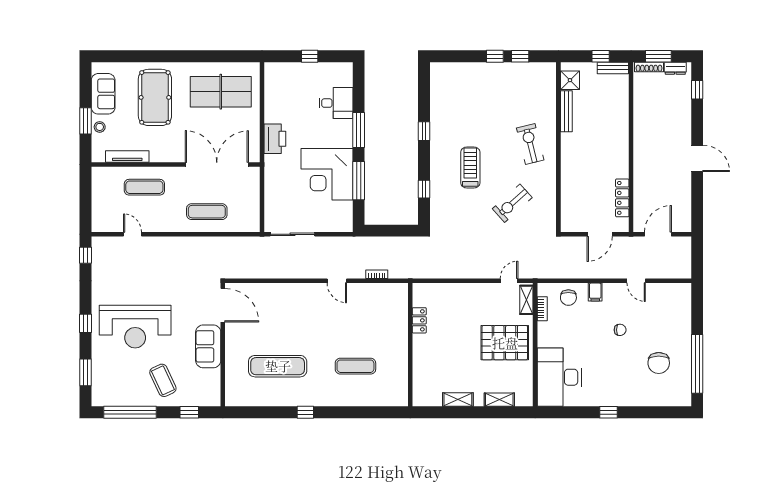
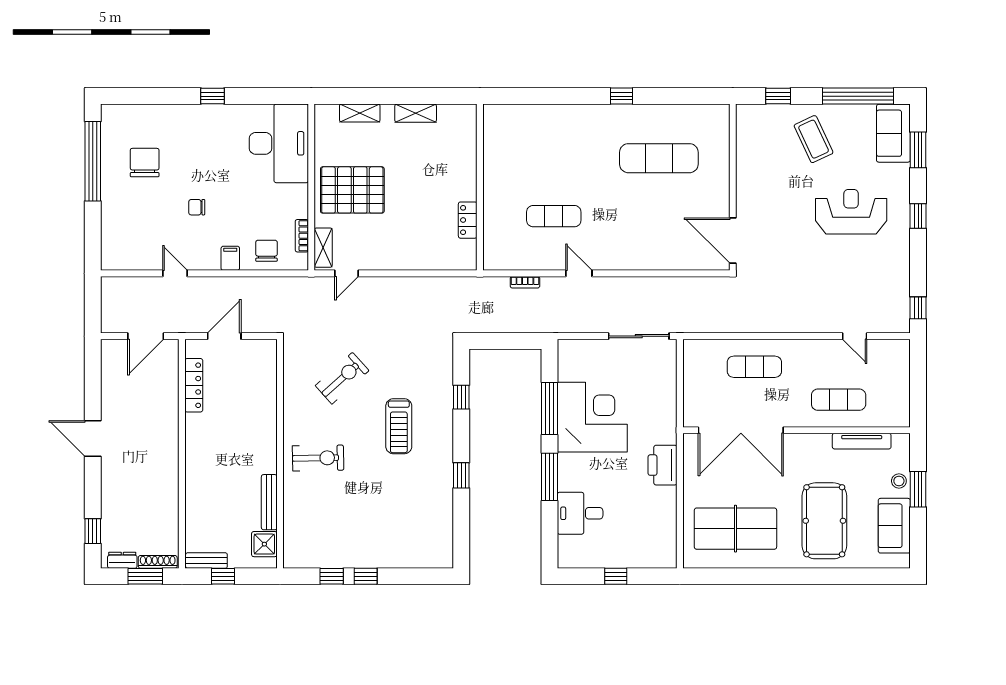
exercise bike: (530, 144) -> (318, 458), turned -77
reception desk: (135, 327) -> (851, 212), width x0.74, depth x0.77
sofa: (208, 346) -> (893, 133), moved, turned 180
exercise mat: (355, 366) -> (554, 216), moved

